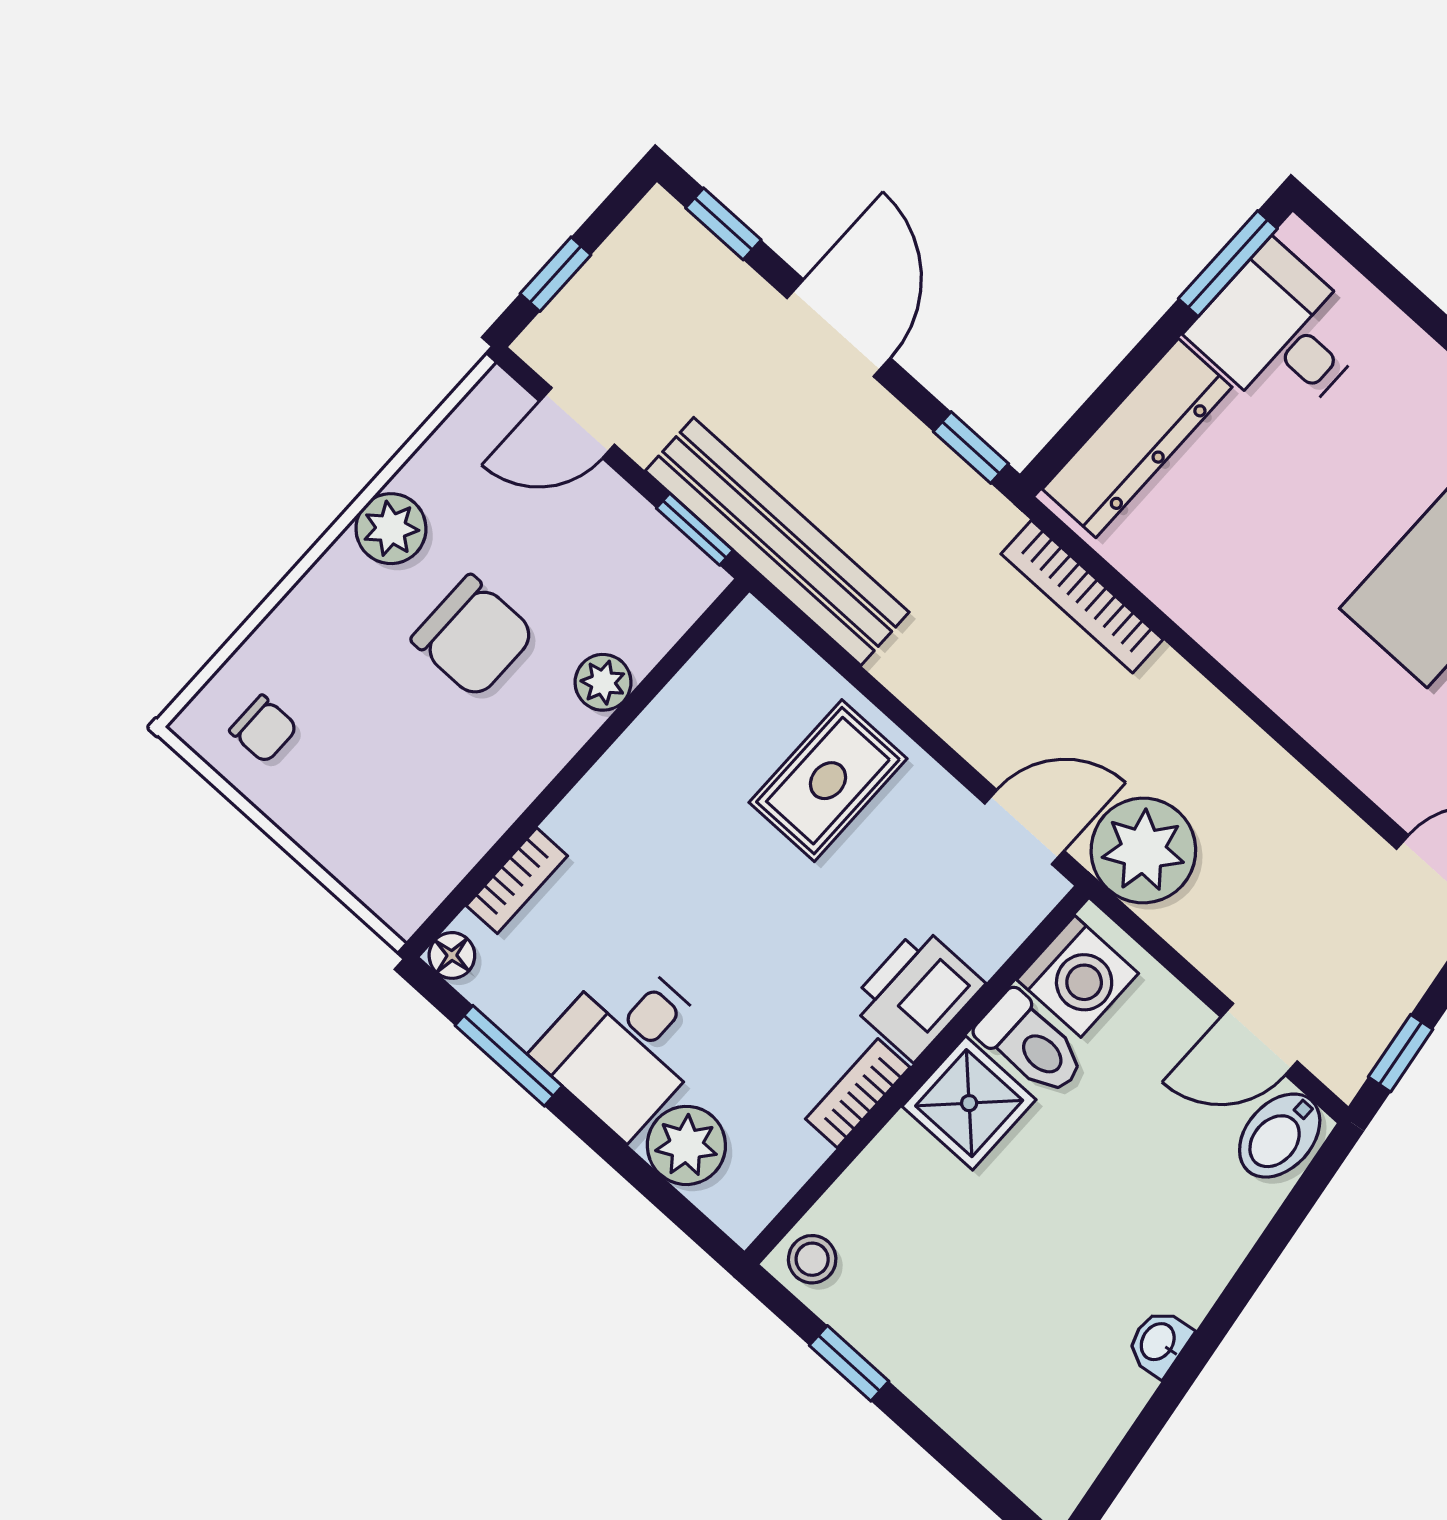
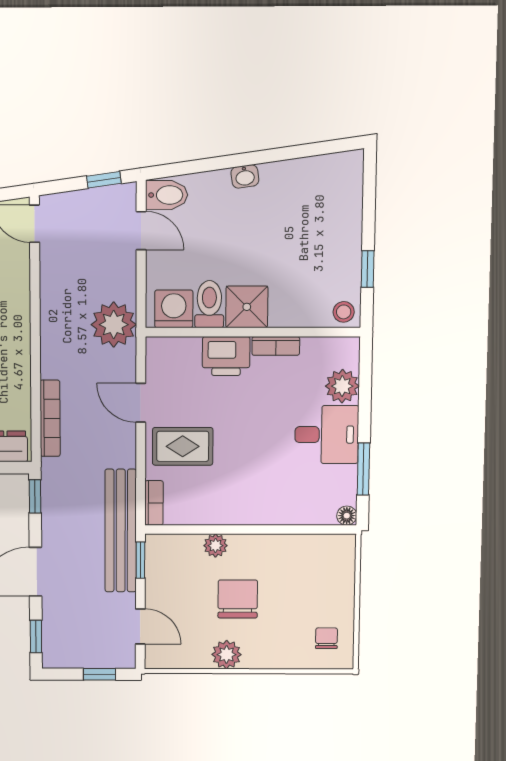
door: (1024, 827) -> (141, 403), moved
bookcase: (517, 881) -> (154, 503), moved, turned 90
washbasin: (1159, 1342) -> (245, 176), moved

